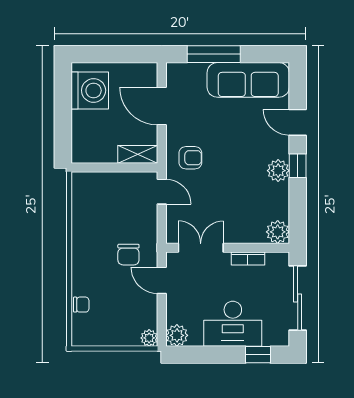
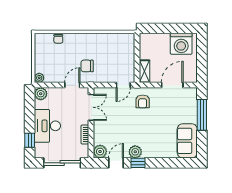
sofa: (248, 80) -> (187, 141), width x0.73
door: (298, 122) -> (116, 163), moved

